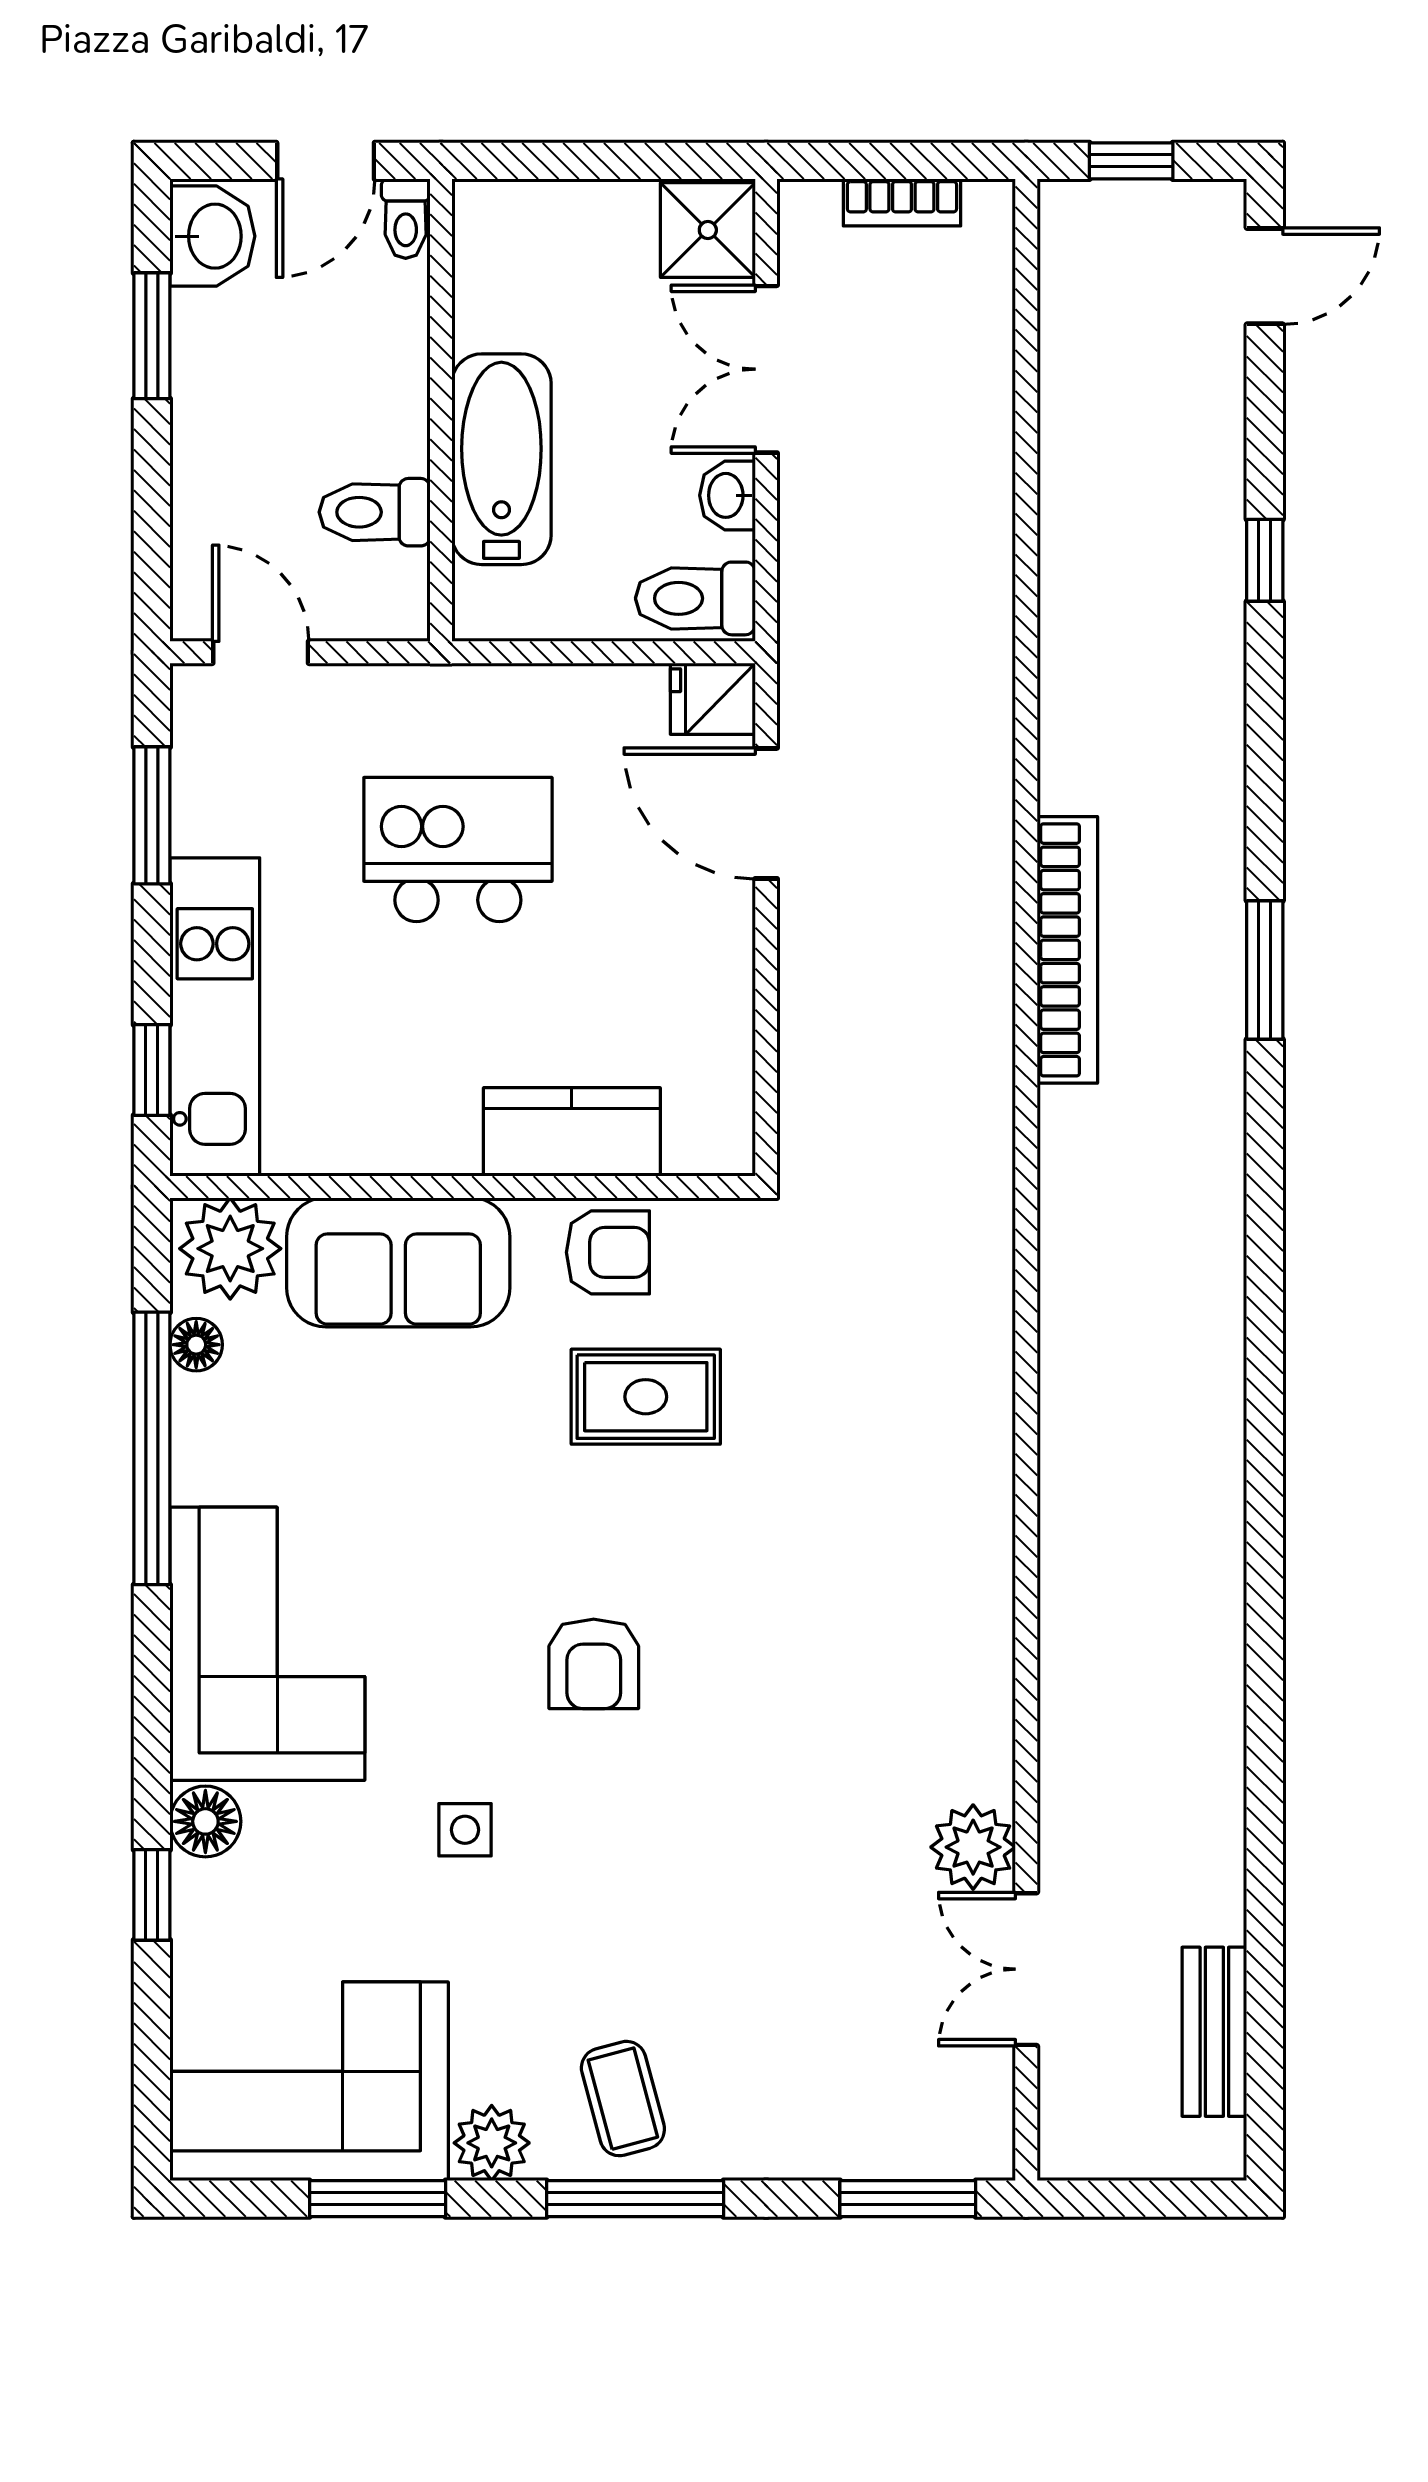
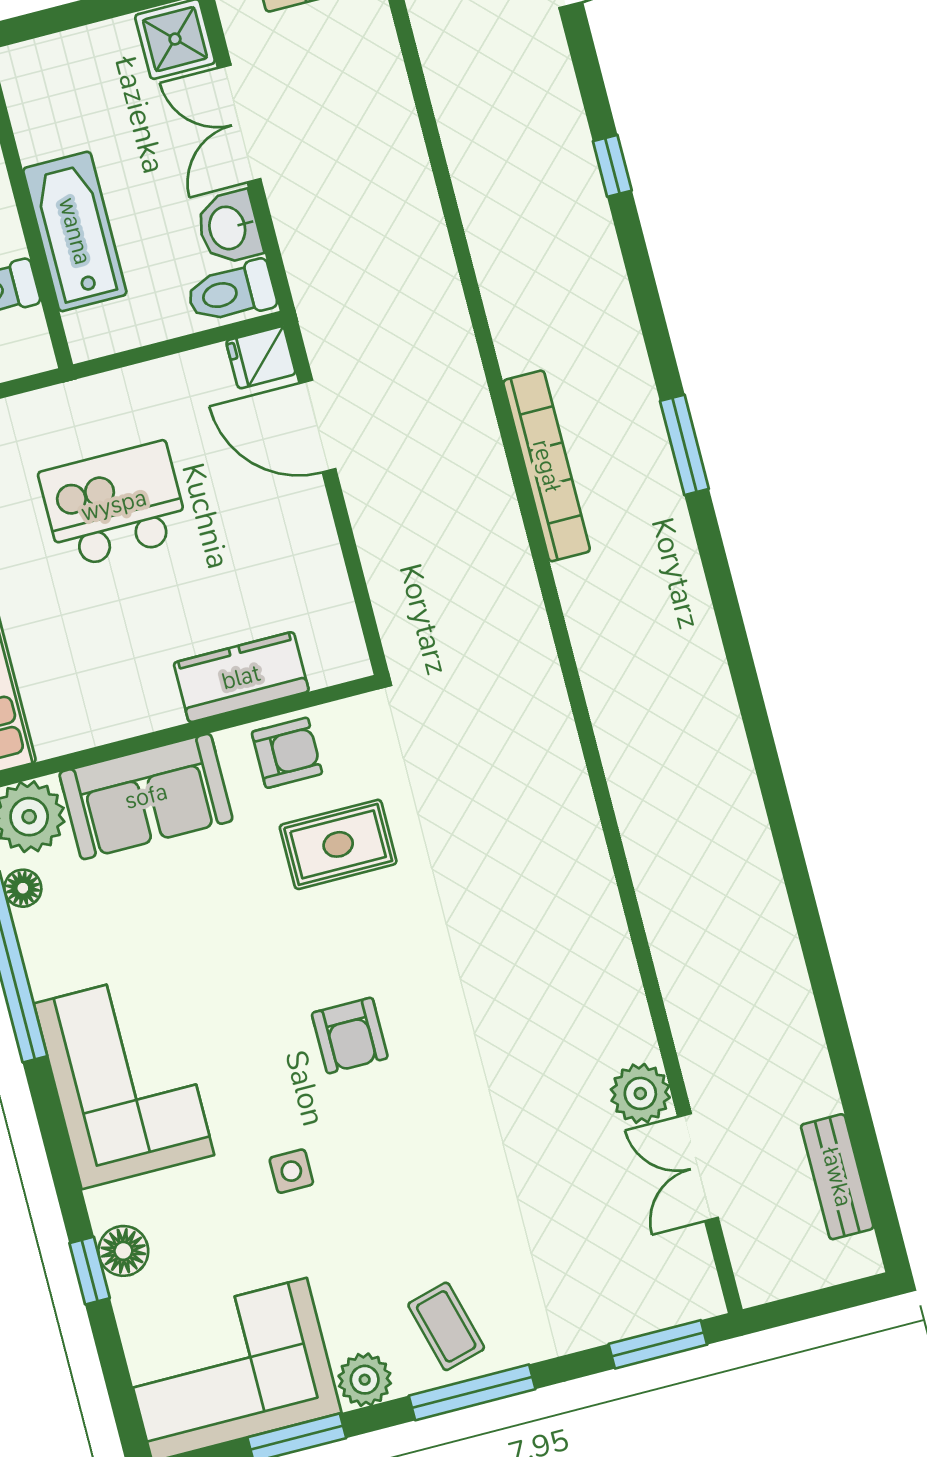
washbasin: (727, 495) -> (229, 228), width x1.38, depth x1.45
floor lamp: (205, 1821) -> (123, 1251), moved

